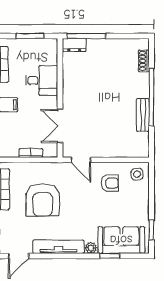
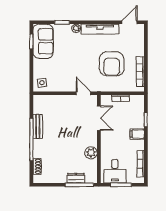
dresser: (74, 45) -> (76, 178), moved
plant: (71, 79) -> (91, 153), added
desk: (42, 80) -> (115, 171), moved, turned -90
armchair: (110, 183) -> (62, 76), removed
armchair: (43, 200) -> (112, 64), turned 180
sofa: (121, 240) -> (43, 41), moved, turned -90

